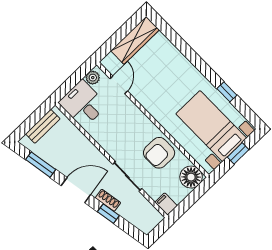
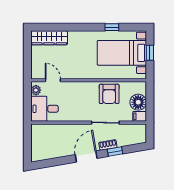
wardrobe: (135, 40) -> (49, 38), moved, turned 90
bench: (43, 126) -> (36, 141), removed
window: (41, 165) -> (55, 162), removed
floor lamp: (191, 177) -> (138, 102), moved

